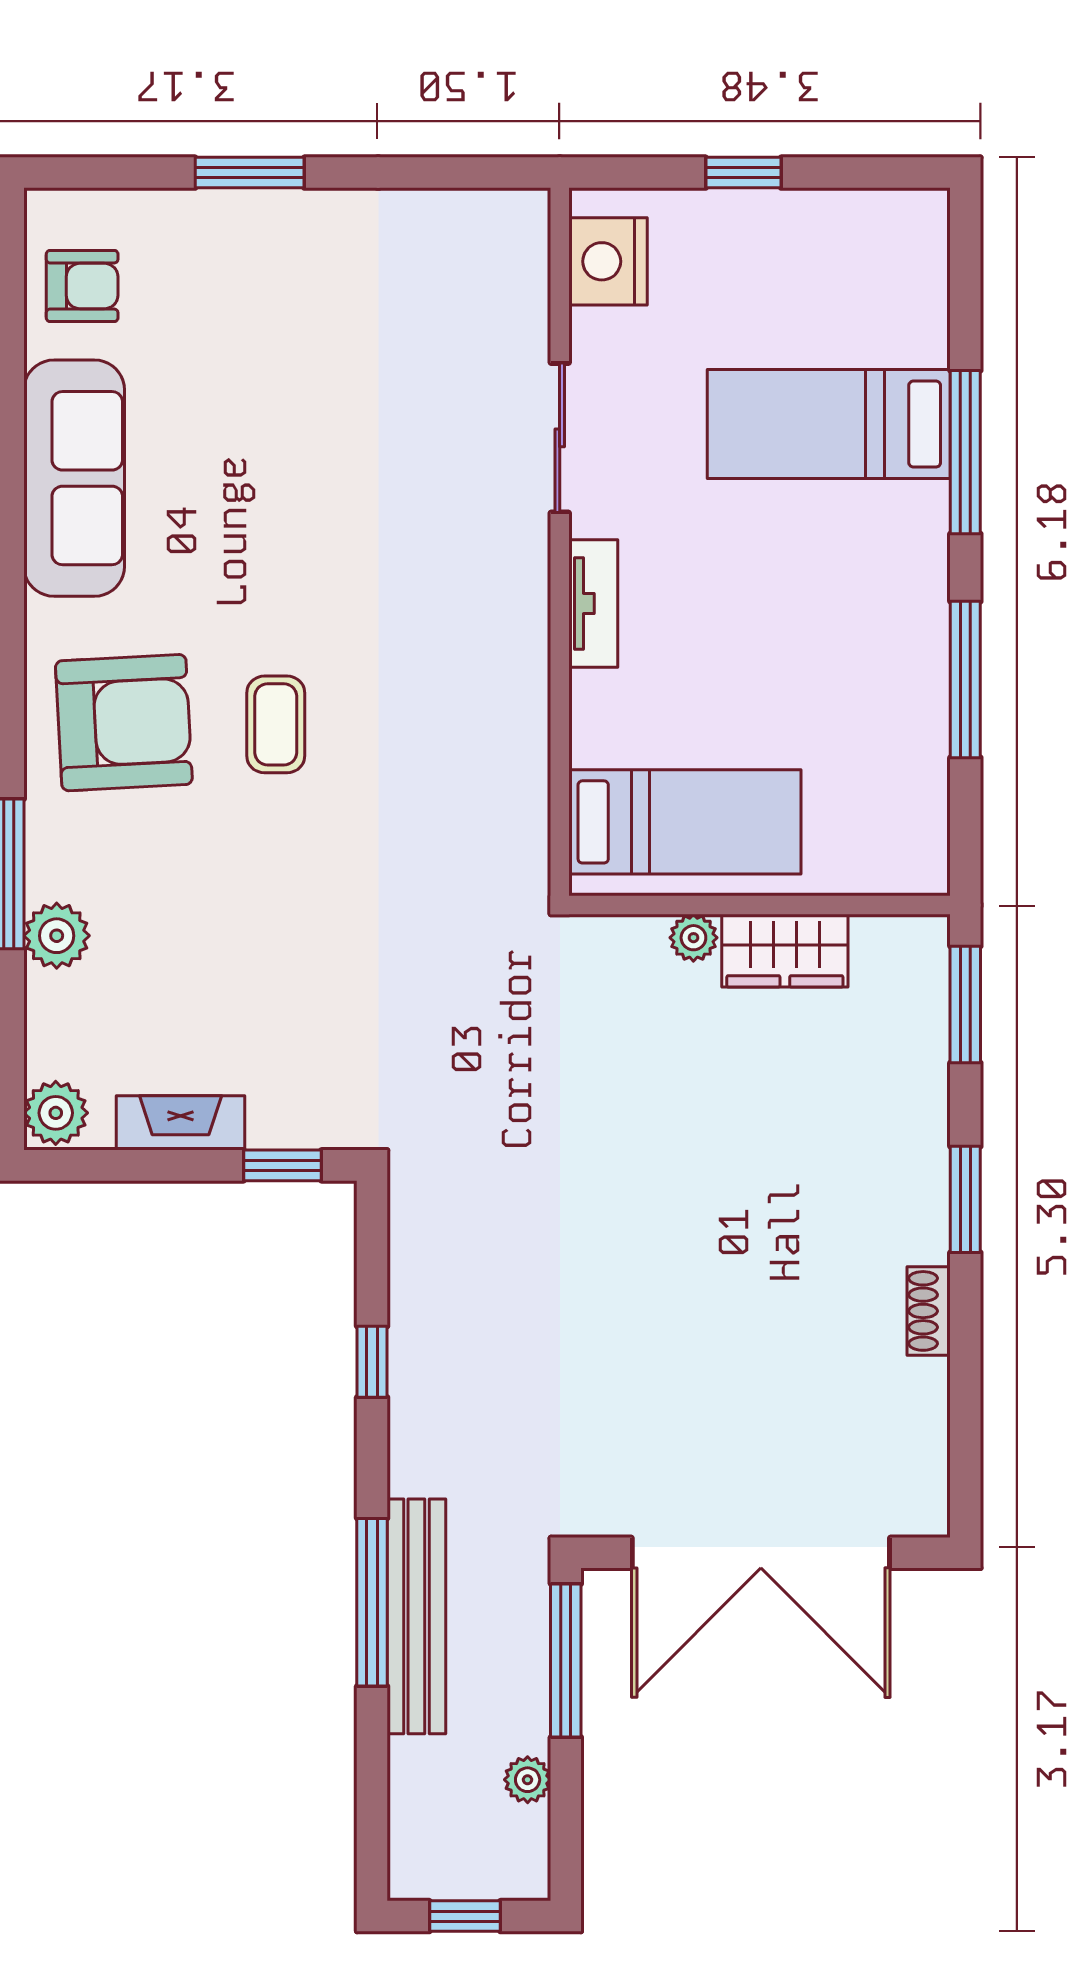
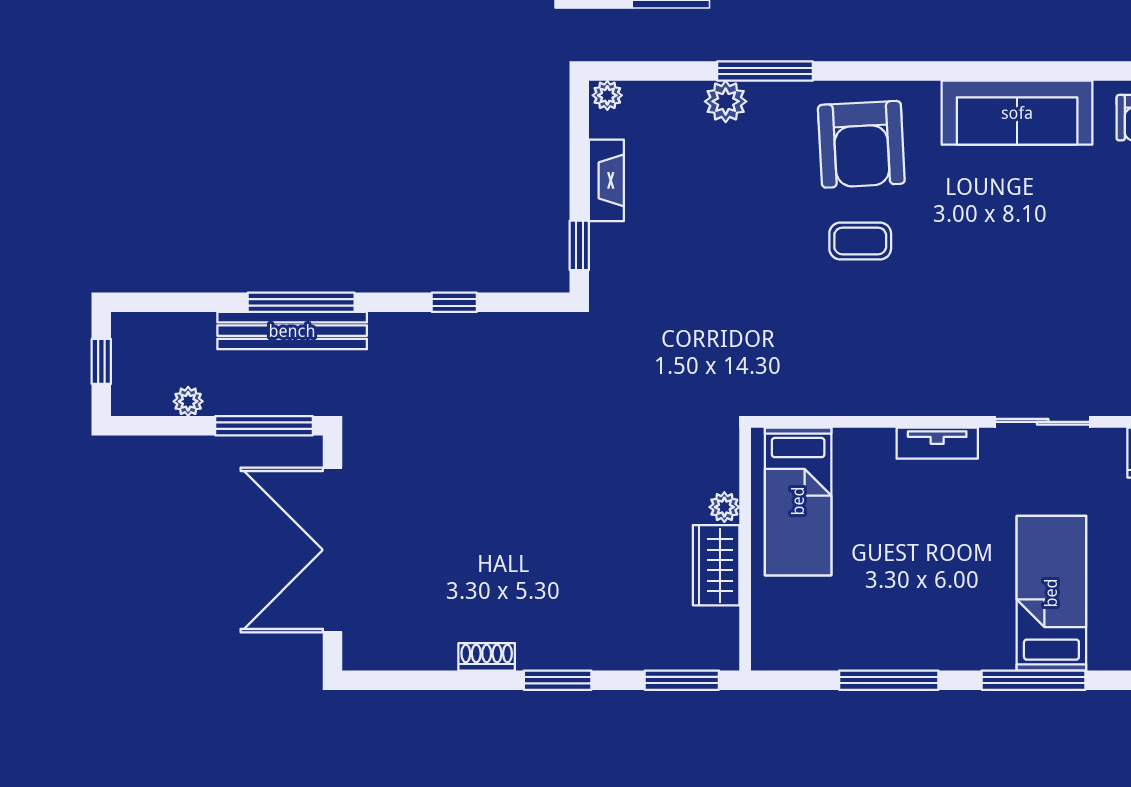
plant: (56, 1113) -> (607, 95), width x0.73, depth x0.73

